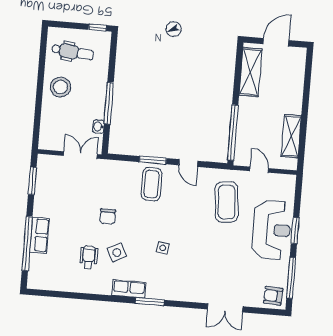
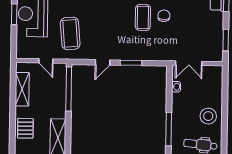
pallet: (290, 87) -> (25, 128), added
window: (109, 103) -> (169, 129), moved
door: (188, 163) -> (103, 62), swing flipped
coffee table: (152, 184) -> (143, 17), moved

